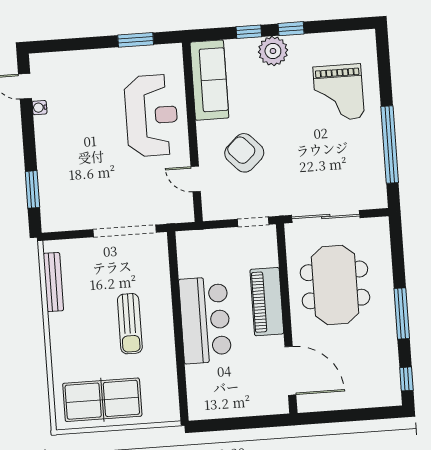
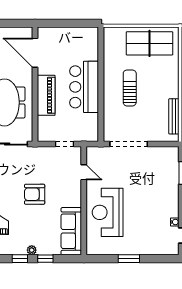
window: (136, 40) -> (129, 259), moved
plant: (273, 51) -> (32, 250), width x0.53, depth x0.53
armchair: (244, 153) -> (35, 194), moved, turned 133
doorway: (253, 222) -> (65, 144), moved

